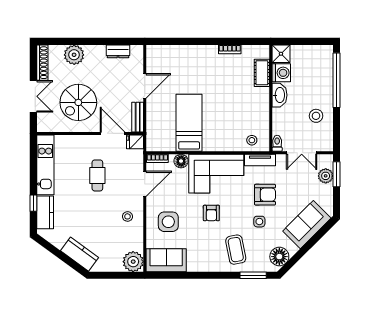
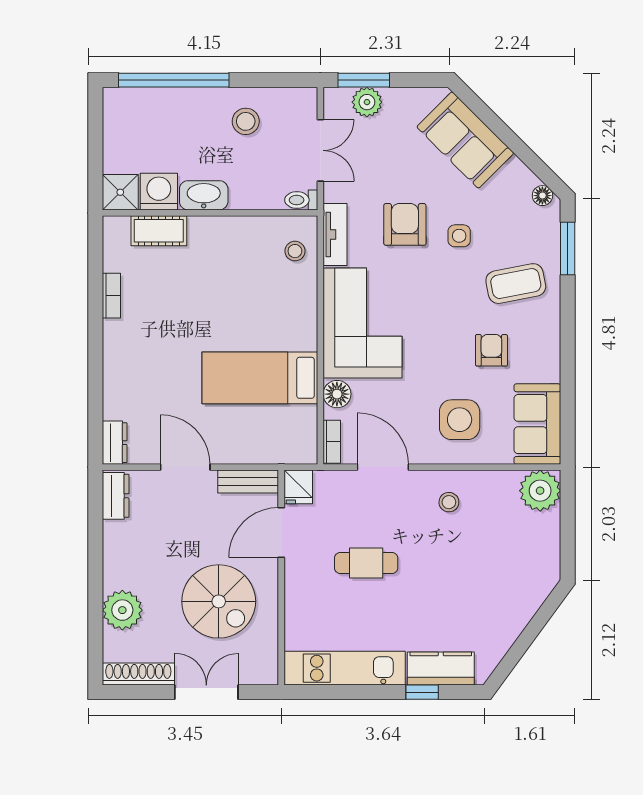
dresser: (118, 51) -> (116, 496), moved
dresser: (157, 51) -> (115, 443), added
armchair: (211, 213) -> (491, 350), moved, turned -90
kitchen counter: (80, 254) -> (525, 599), removed
floor lamp: (279, 257) -> (542, 196), width x0.53, depth x0.53

